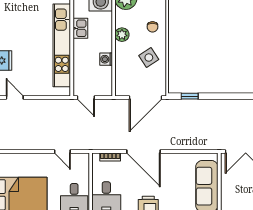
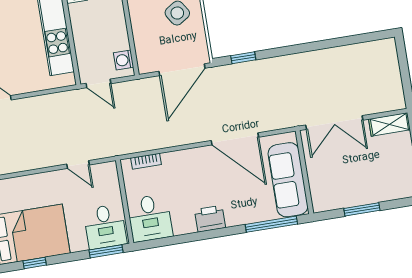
washing machine: (106, 59) -> (124, 60), moved
door: (143, 152) -> (235, 139), moved

